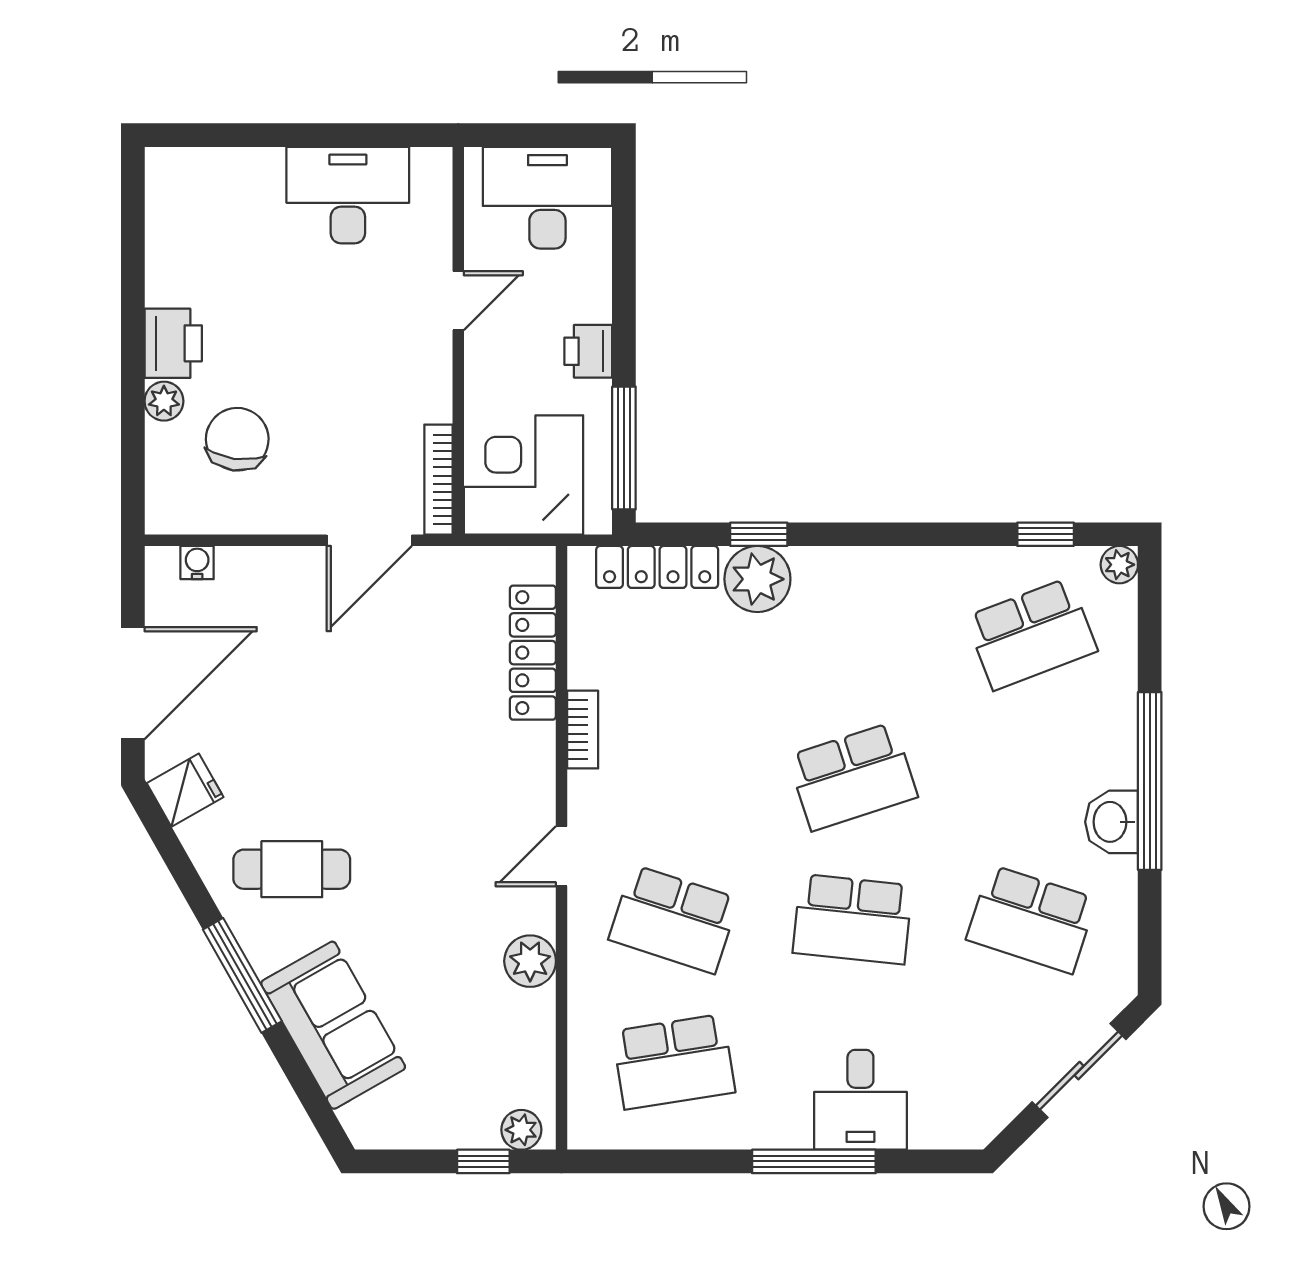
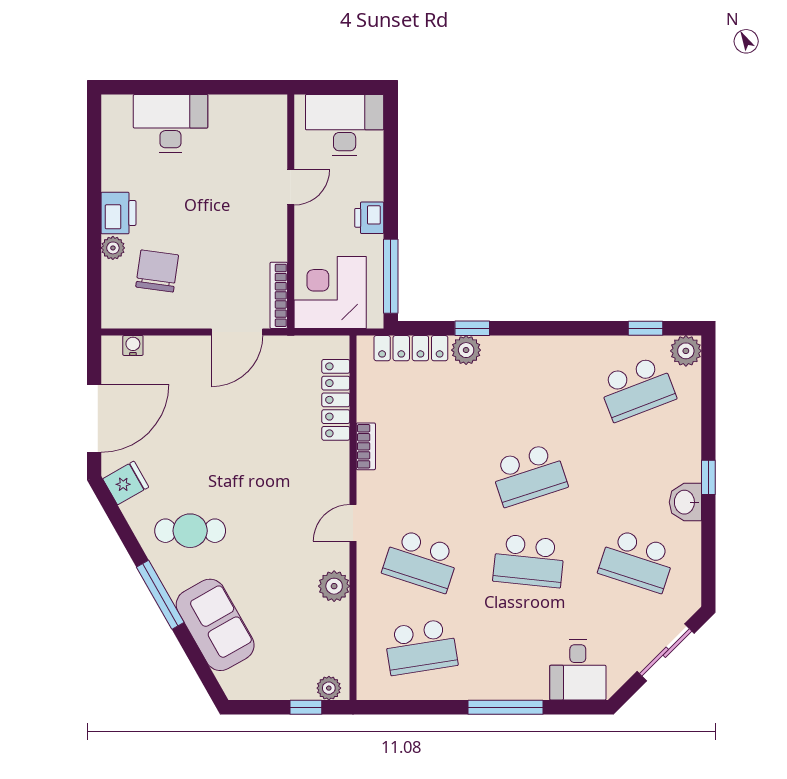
desk: (348, 195) -> (171, 123), moved
plant: (1119, 565) -> (686, 351), width x1.38, depth x1.38
plant: (757, 579) -> (466, 350), width x0.73, depth x0.73
window: (1150, 781) -> (708, 477), width x0.32
desk: (860, 1100) -> (578, 670), moved

